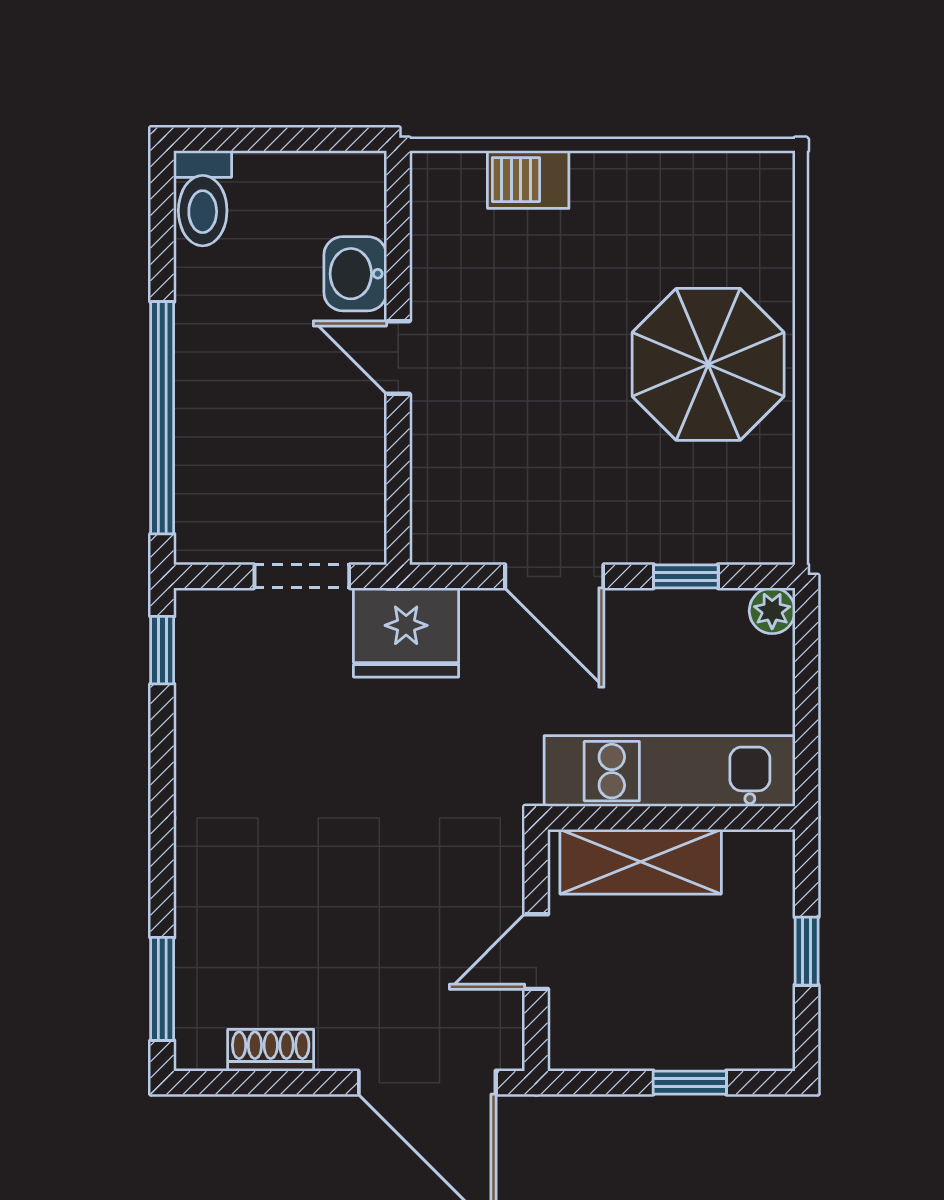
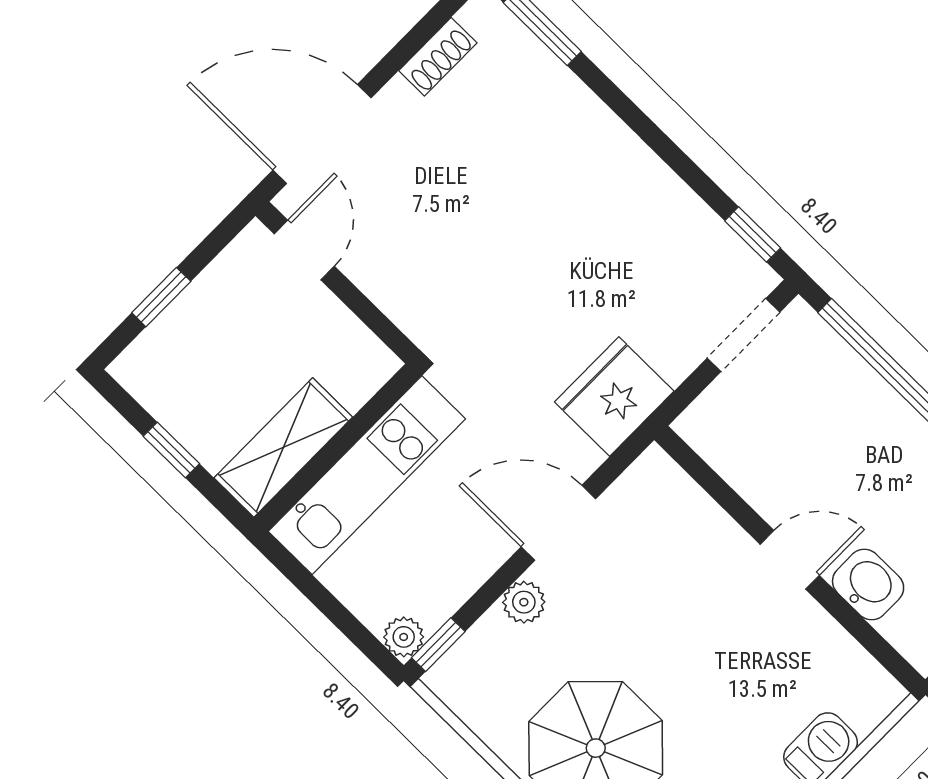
plant: (647, 541) -> (524, 602), added
doorway: (302, 576) -> (743, 335), moved
window: (686, 576) -> (438, 645), moved
shelving: (641, 862) -> (283, 447), moved
door: (536, 952) -> (304, 250), moved

